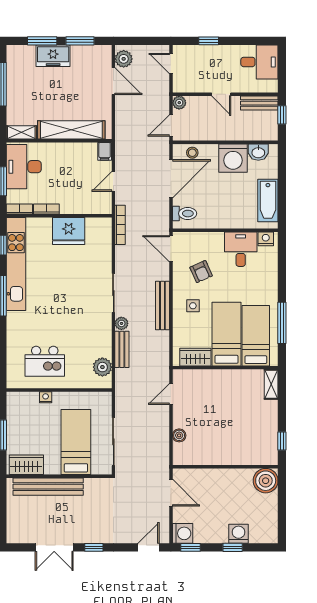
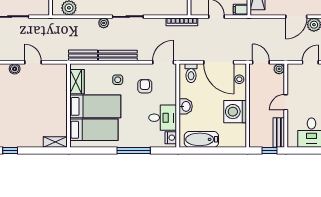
washbasin: (258, 152) -> (186, 106), moved, turned 180
armchair: (201, 272) -> (145, 86), turned 114
window: (282, 323) -> (134, 151), moved
bench: (122, 349) -> (83, 55), moved
door: (171, 394) -> (33, 62), moved

